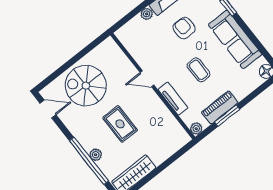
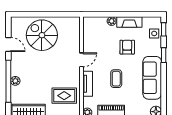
door: (147, 79) -> (81, 60), swing flipped
door: (48, 109) -> (8, 45), moved
rug: (120, 124) -> (64, 96), moved, turned 90

